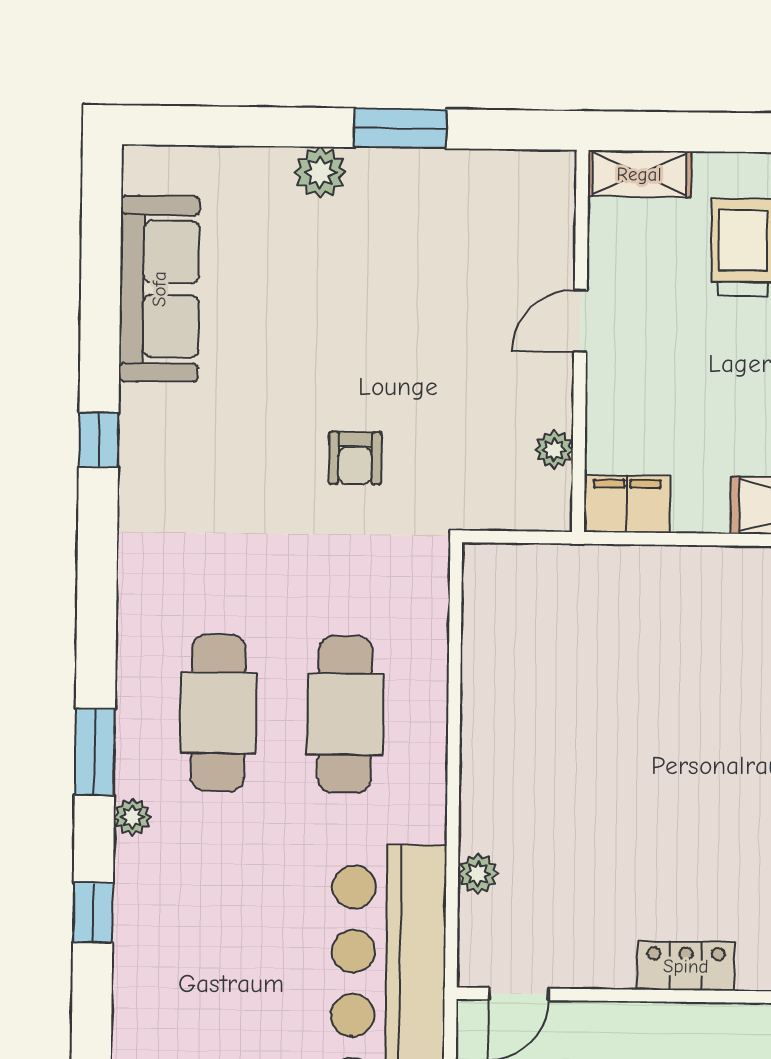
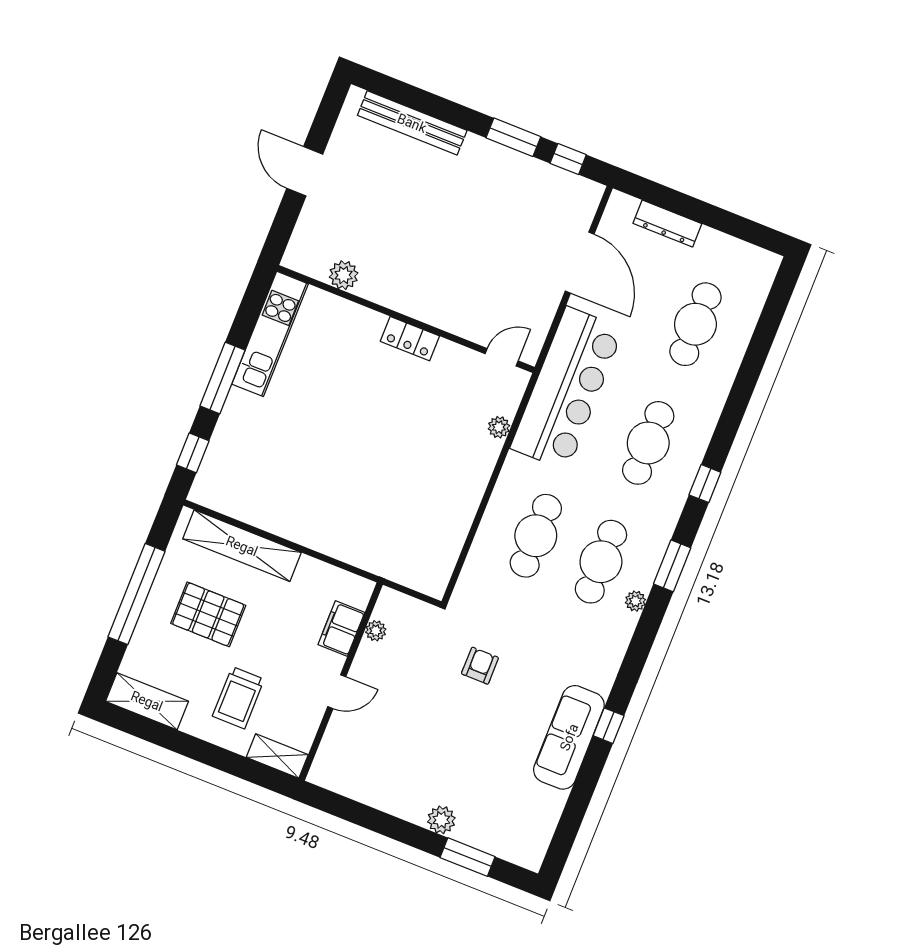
window: (400, 128) -> (468, 857), moved
sofa: (159, 289) -> (569, 737), moved
filing cabinet: (627, 504) -> (341, 629), moved, turned 90
plant: (132, 817) -> (635, 601), moved
cafe table: (215, 944) -> (648, 443), added

